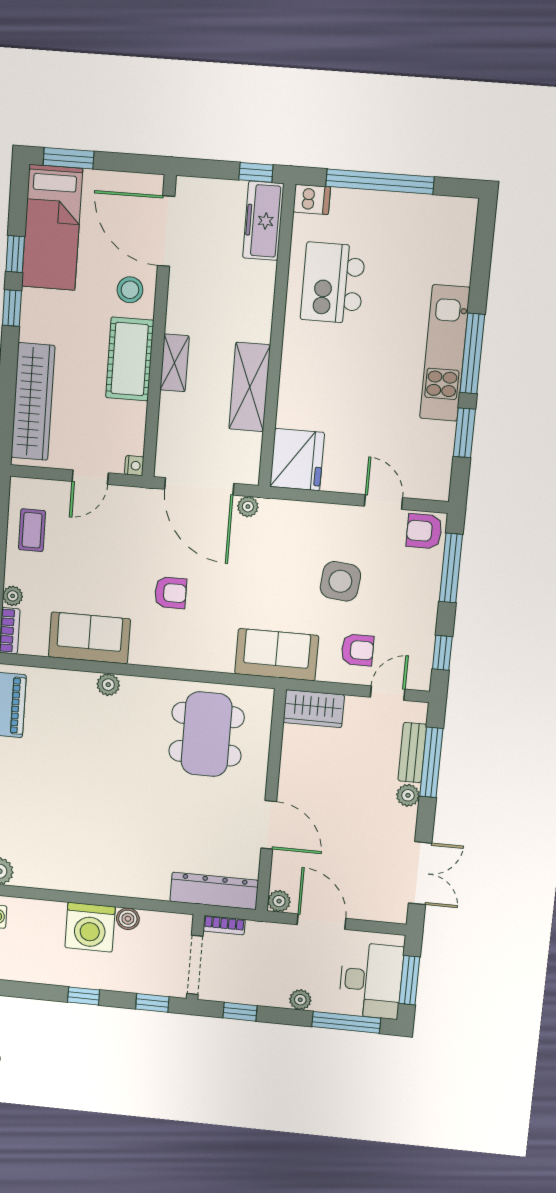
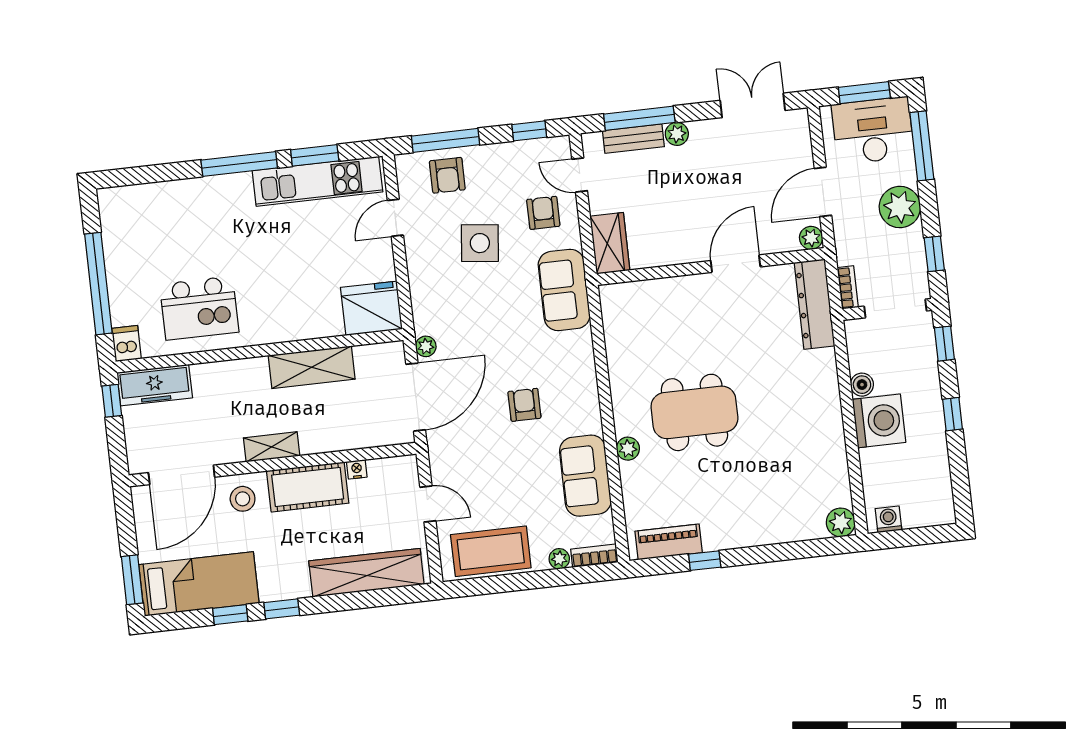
kitchen unit: (445, 353) -> (317, 181), moved
shelving: (175, 363) -> (272, 447), moved
nightstand: (134, 466) -> (357, 469), moved
coffee table: (32, 530) -> (491, 551), width x1.86, depth x1.72
armchair: (424, 531) -> (447, 175), moved
dining table: (207, 734) -> (694, 412), moved
plant: (300, 1000) -> (900, 207), width x1.87, depth x1.87

